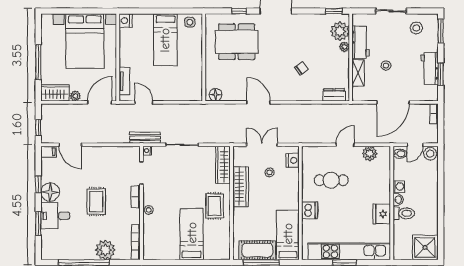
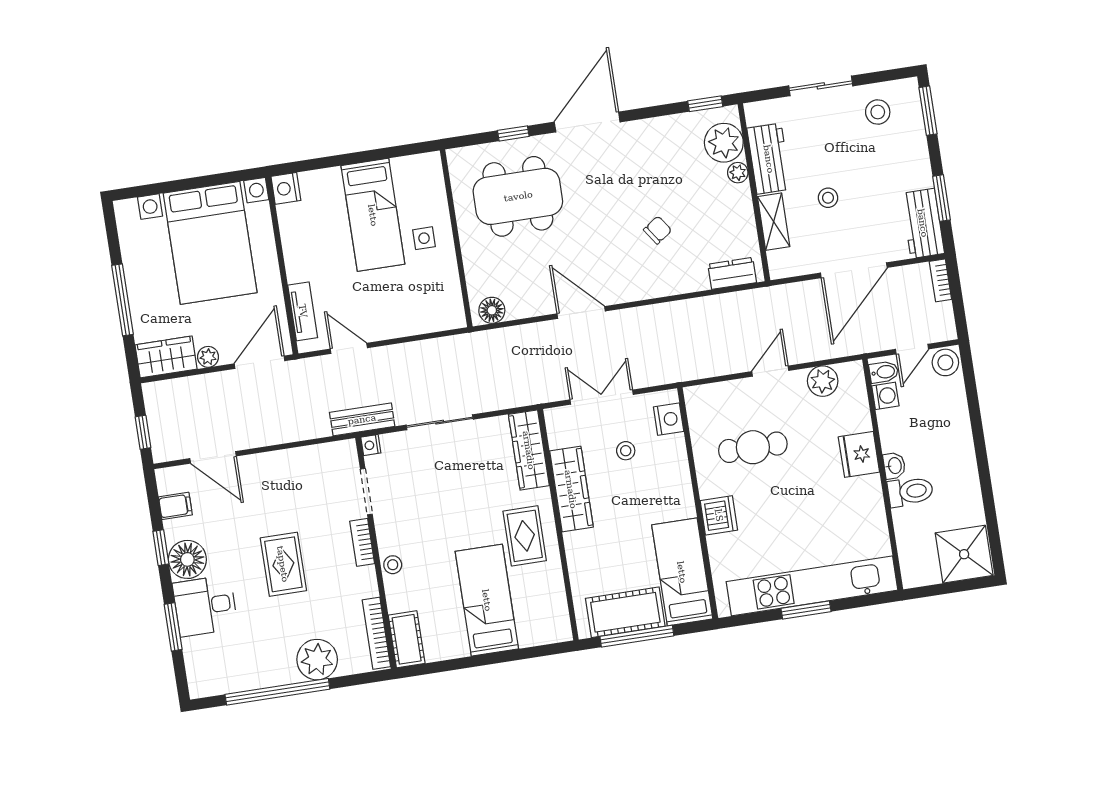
side table: (190, 22) -> (424, 238), moved
workbench: (430, 68) -> (923, 223), moved
filing cabinet: (48, 152) -> (175, 506), moved
washing machine: (399, 187) -> (885, 396), moved
fridge: (382, 214) -> (859, 454), moved
cot: (150, 247) -> (407, 639), added

